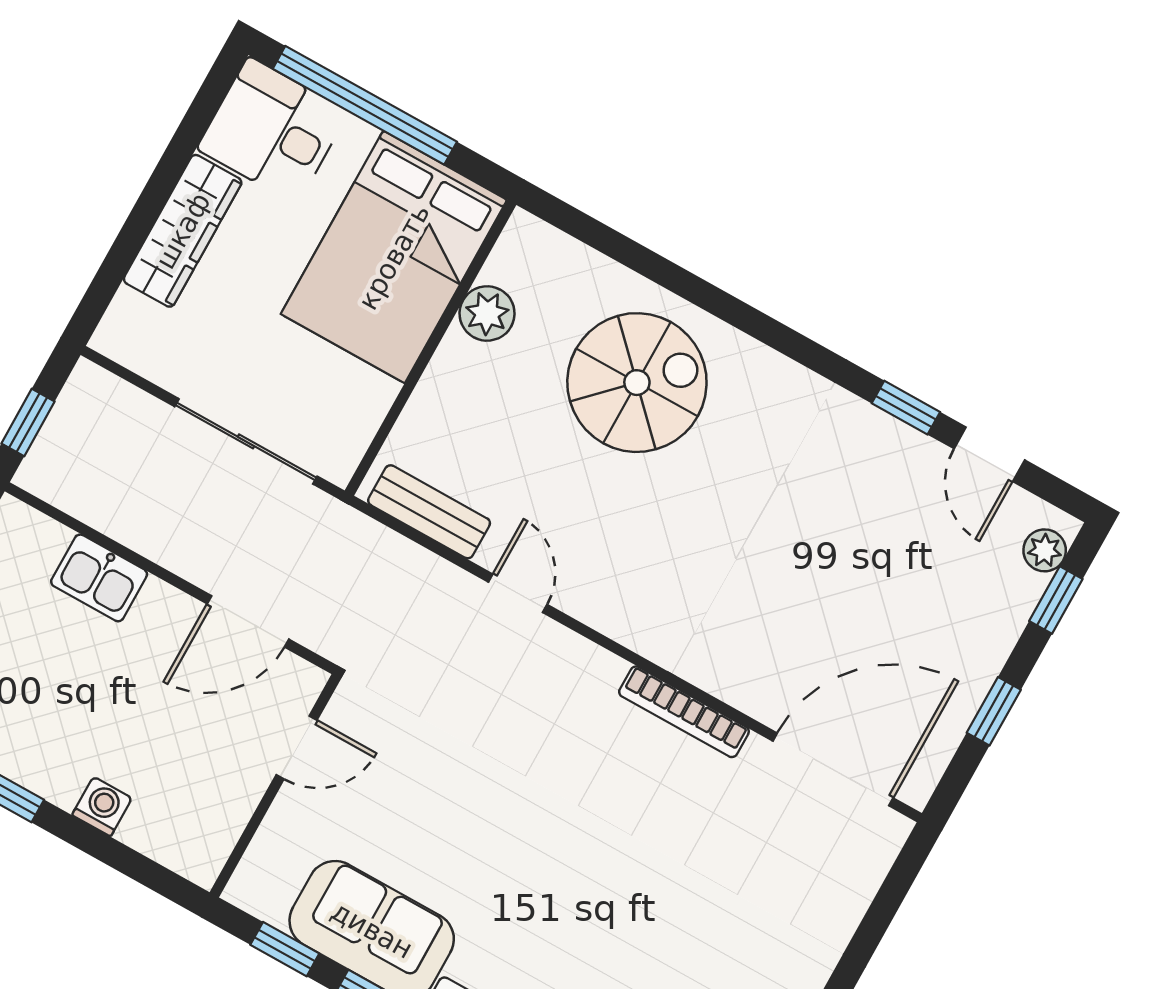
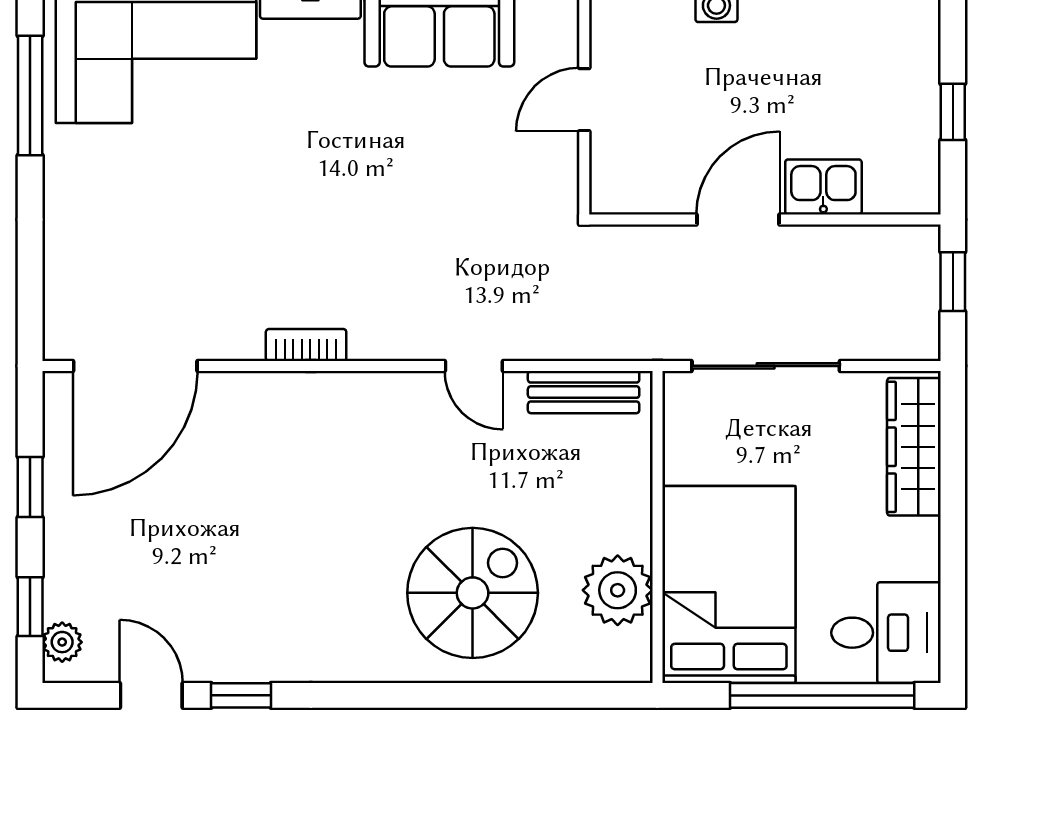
wardrobe: (183, 231) -> (914, 447), moved
plant: (487, 313) -> (618, 590), width x1.36, depth x1.36
spiral stairs: (637, 383) -> (473, 593), turned 180
door: (248, 621) -> (738, 219), moved
bookcase: (684, 712) -> (306, 345), width x0.64
door: (297, 747) -> (584, 100), moved

